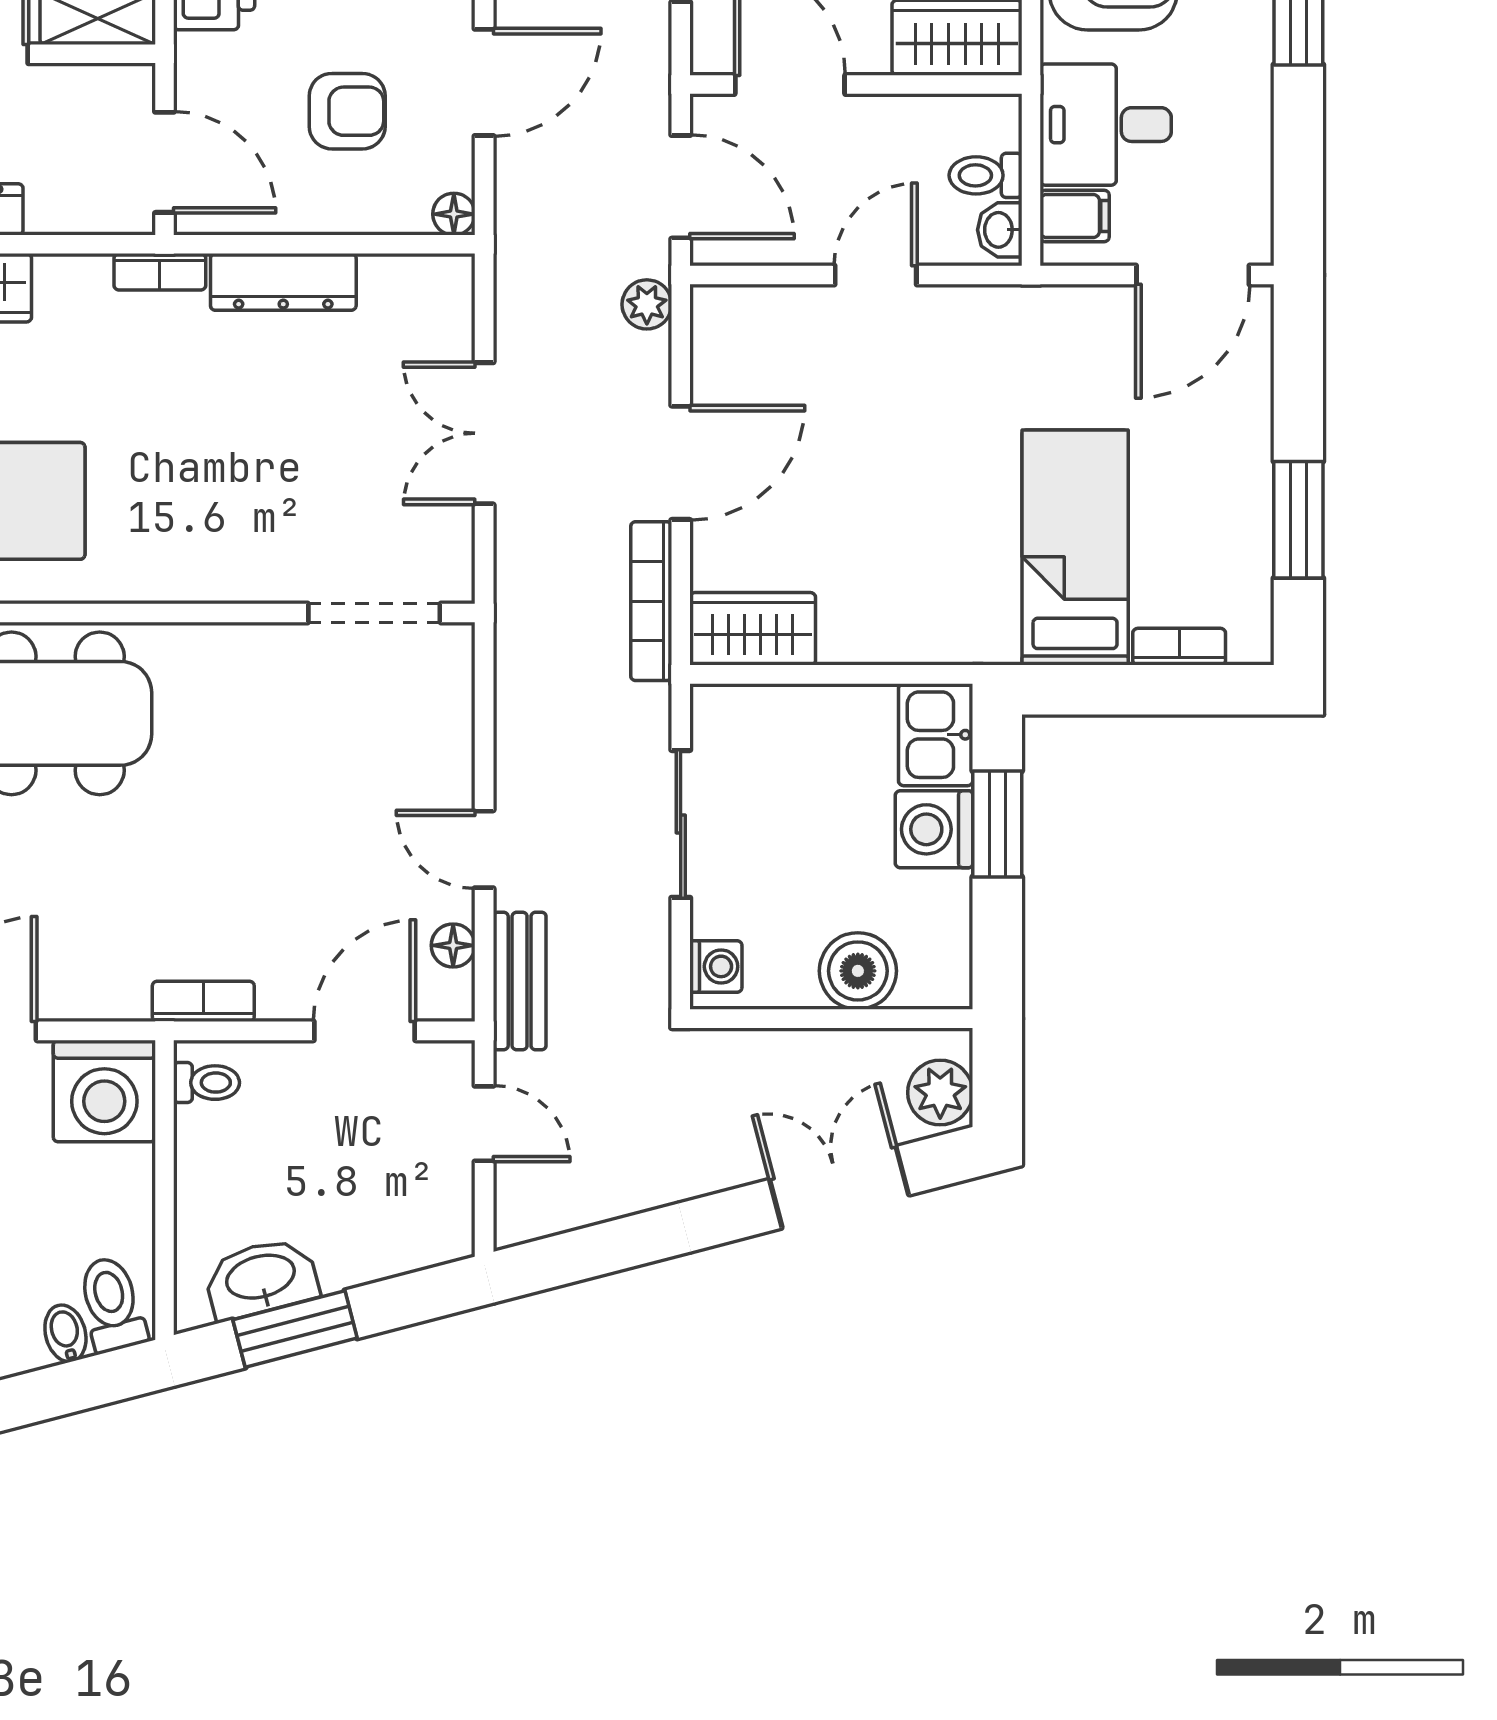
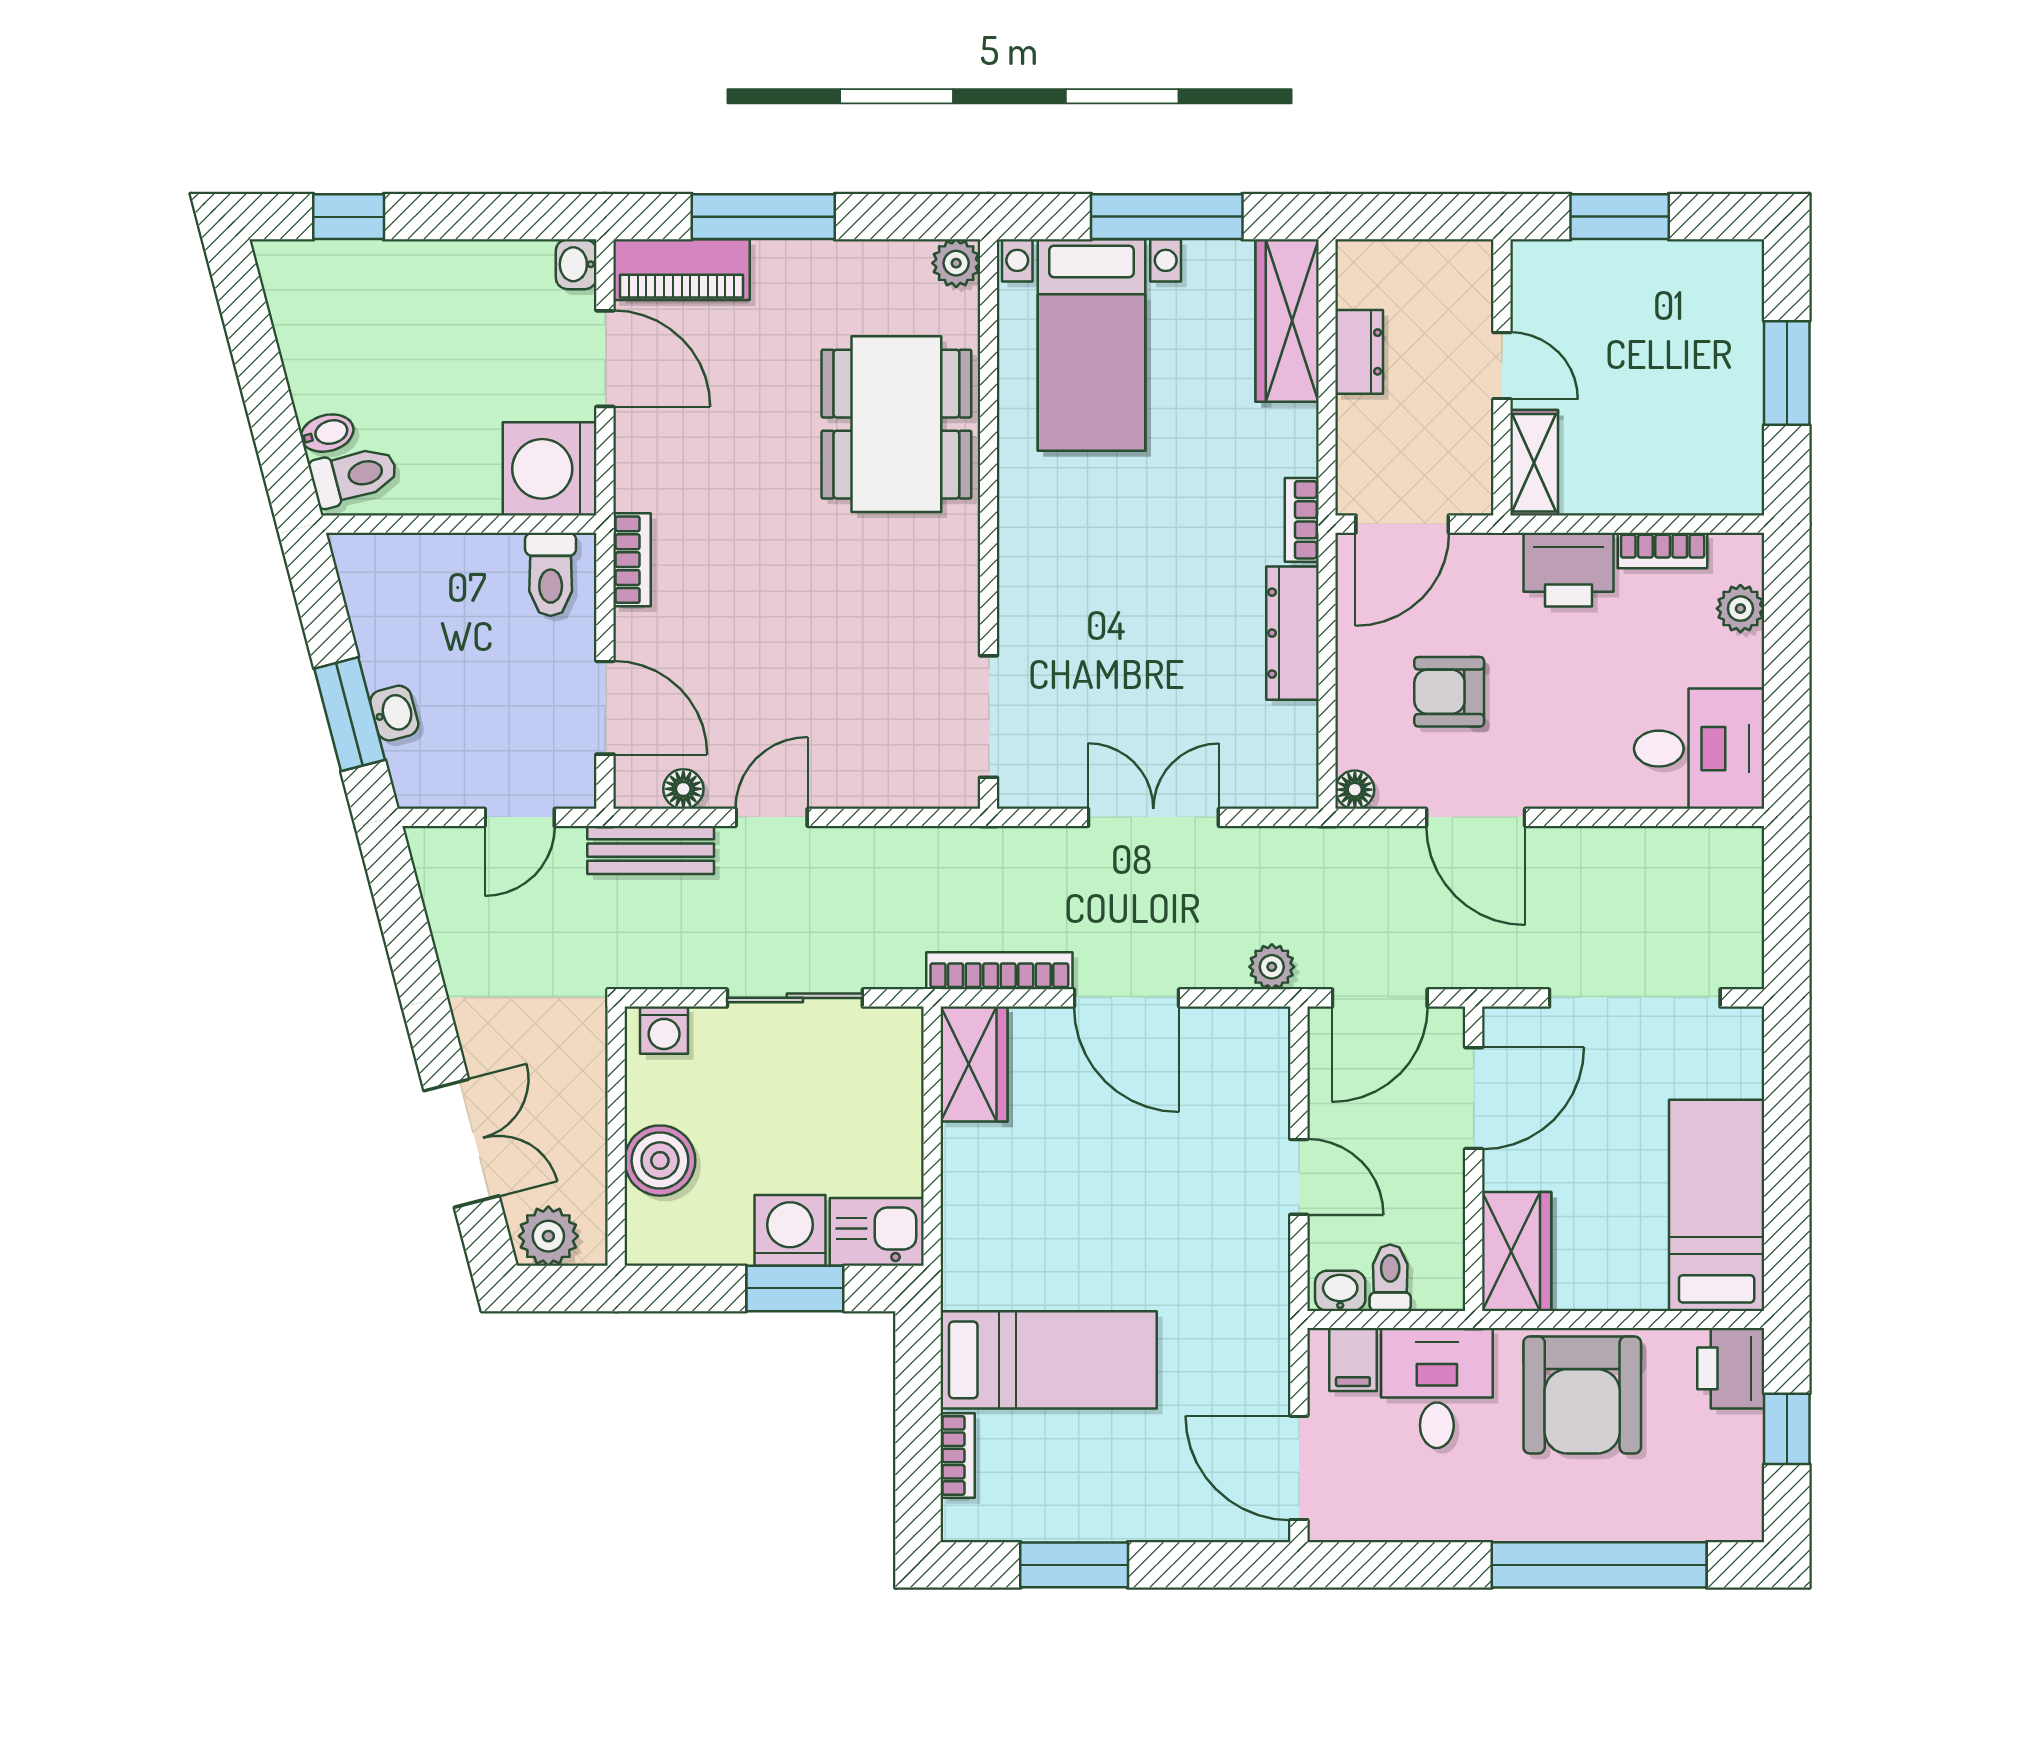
armchair: (347, 111) -> (1449, 692), turned 90
toilet: (207, 1083) -> (551, 574), width x1.37, depth x1.39
washbasin: (261, 1278) -> (394, 713), moved, width x0.52, depth x0.69
window: (295, 1329) -> (350, 714), moved

